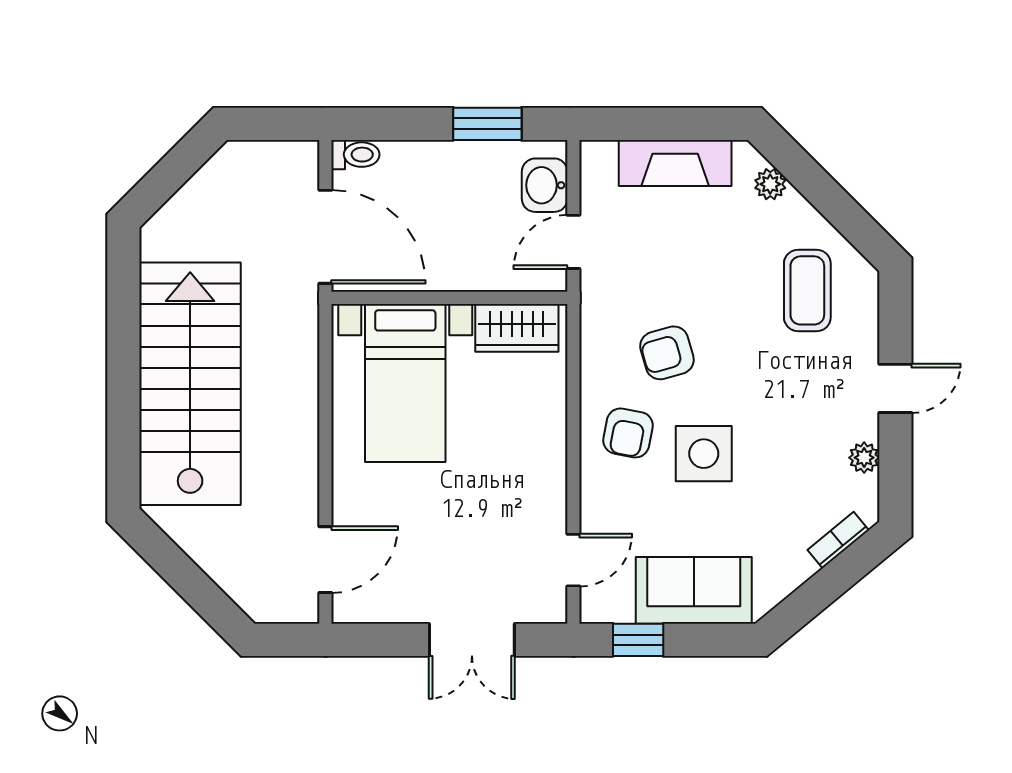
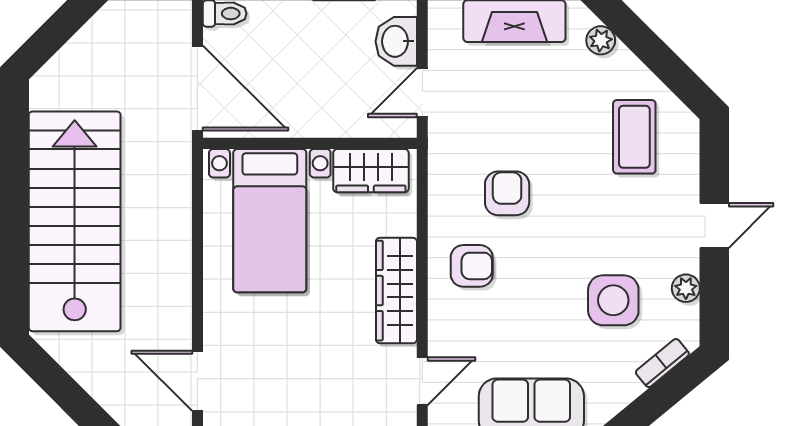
armchair: (667, 353) -> (507, 193), turned 106
armchair: (628, 433) -> (472, 266), turned -101
side table: (704, 454) -> (613, 300), moved
wardrobe: (545, 460) -> (396, 291), added
door: (325, 560) -> (197, 381), swing flipped

